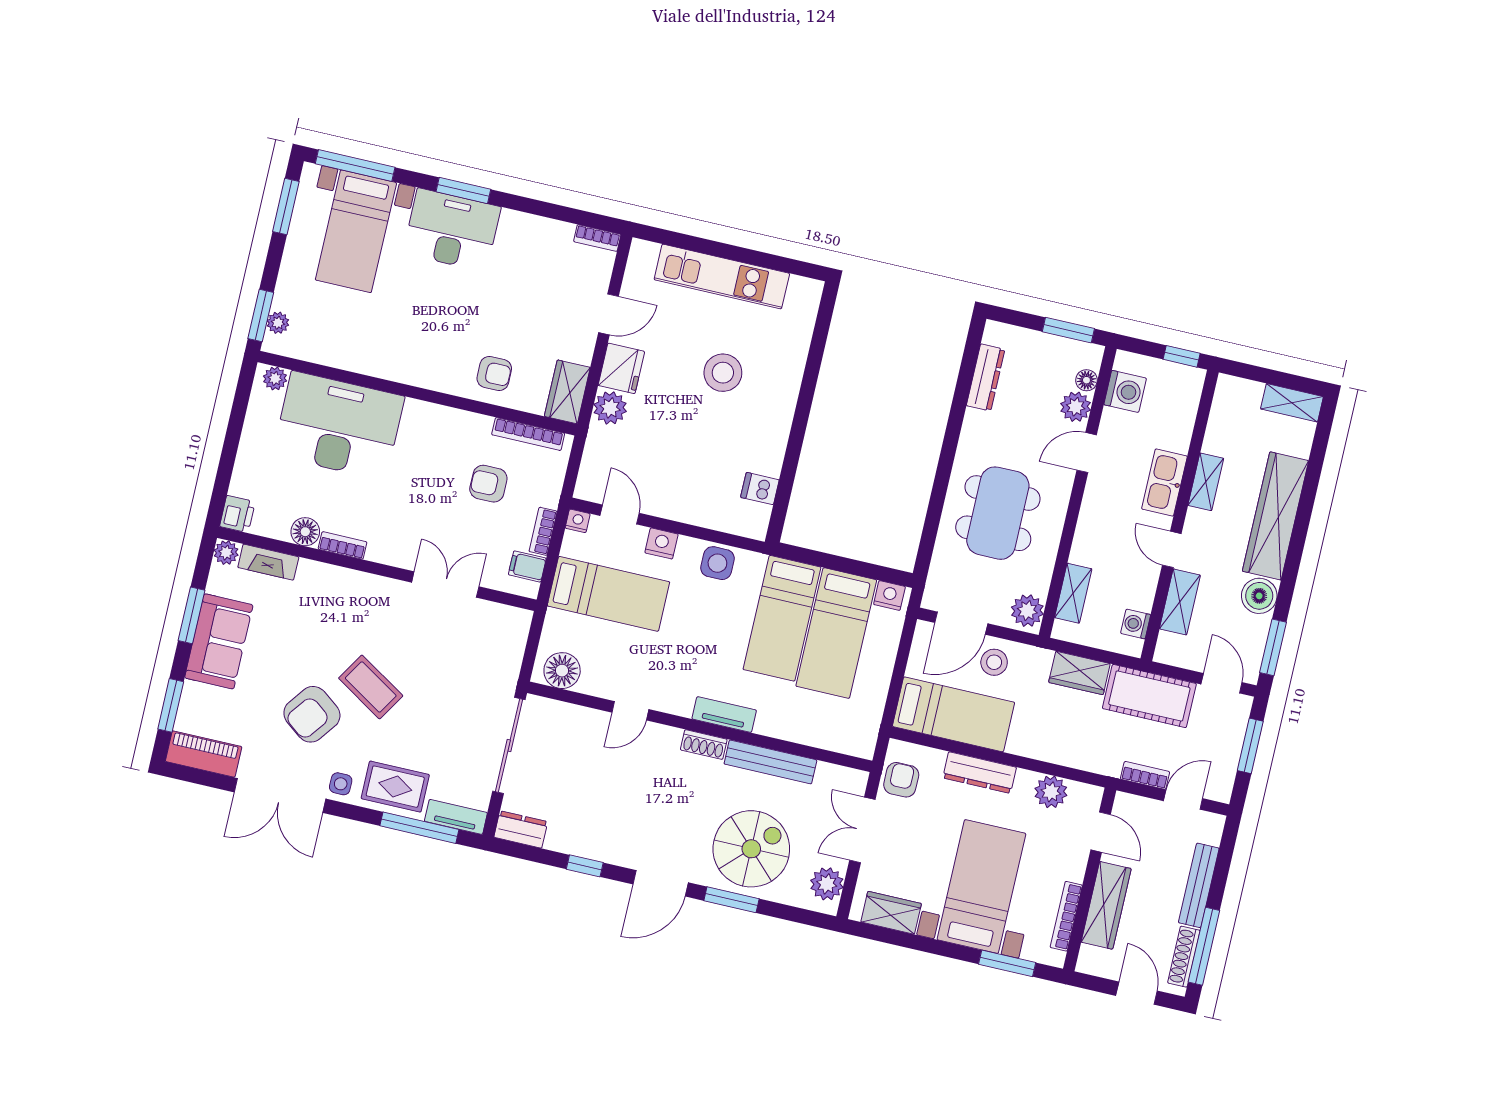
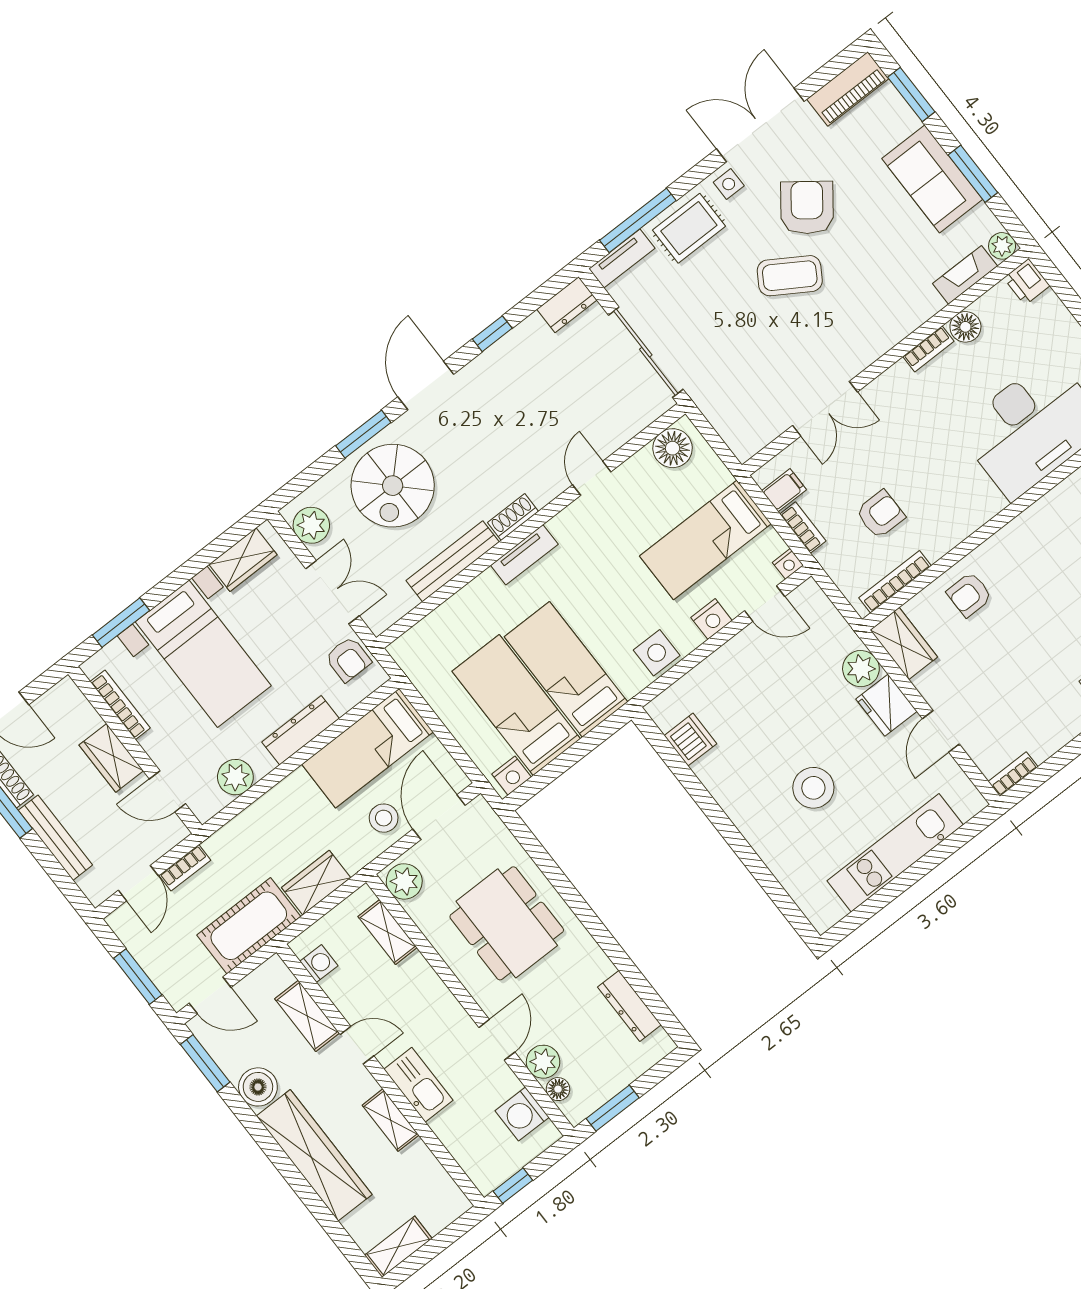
dishwasher: (760, 489) -> (690, 740), width x1.38
wardrobe: (1106, 905) -> (111, 758), width x0.67

